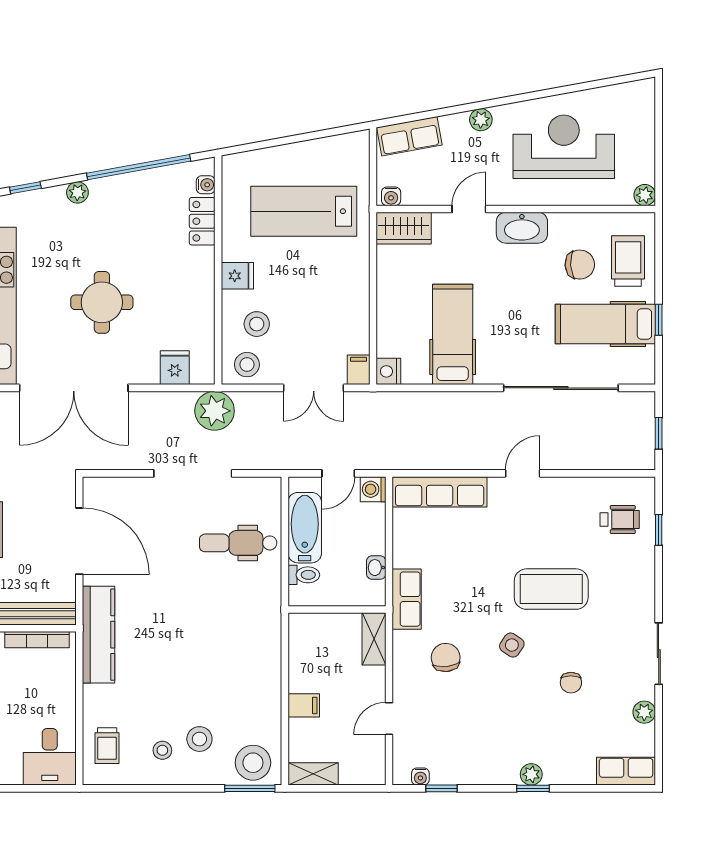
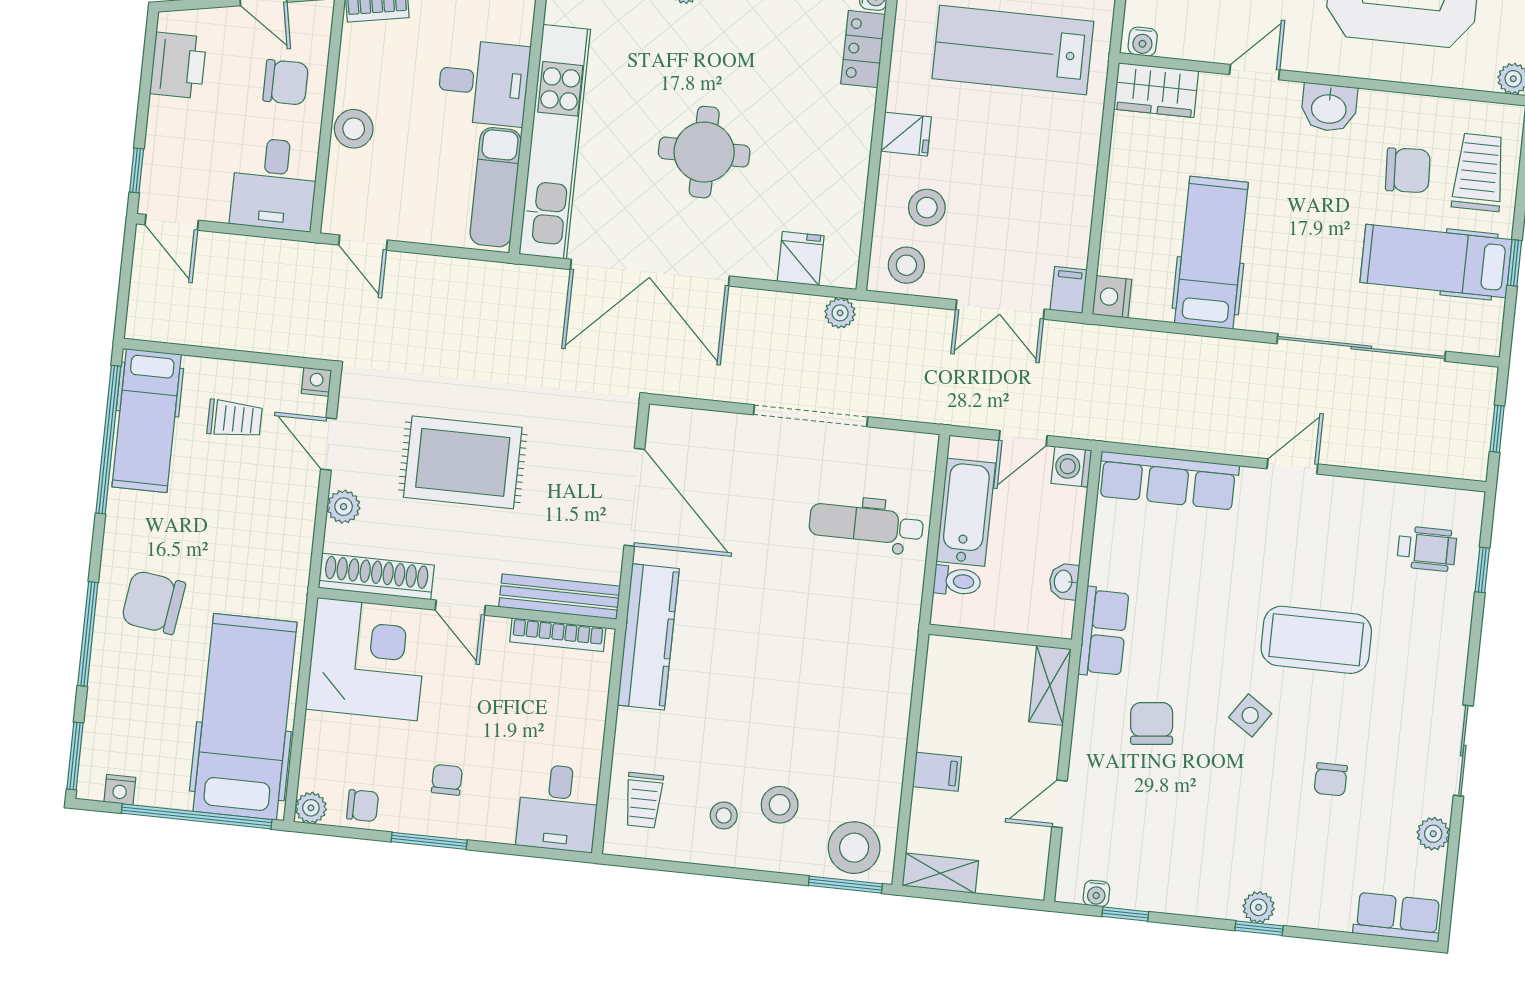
washbasin: (522, 228) -> (1329, 108), width x0.72
plant: (215, 411) -> (840, 313), width x0.53, depth x0.53

